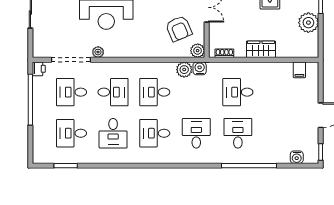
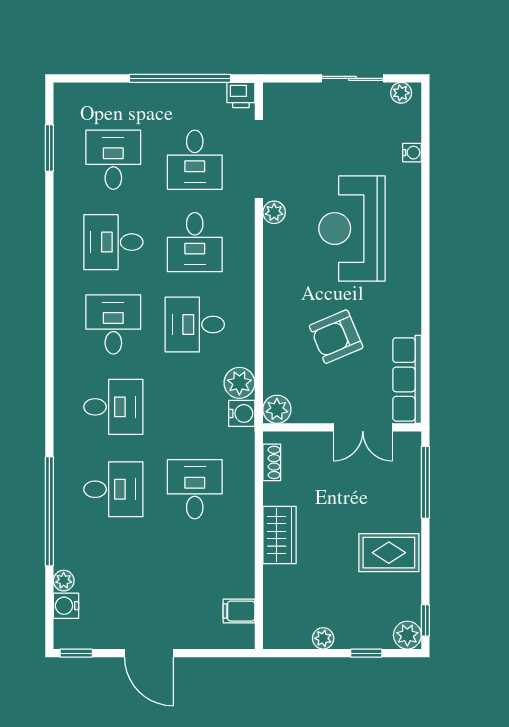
plant: (308, 23) -> (323, 638), width x0.53, depth x0.53
armchair: (179, 29) -> (336, 337), moved
desk: (71, 92) -> (195, 160), turned 180
desk: (155, 92) -> (195, 324), turned -90
plant: (284, 158) -> (64, 581), added

